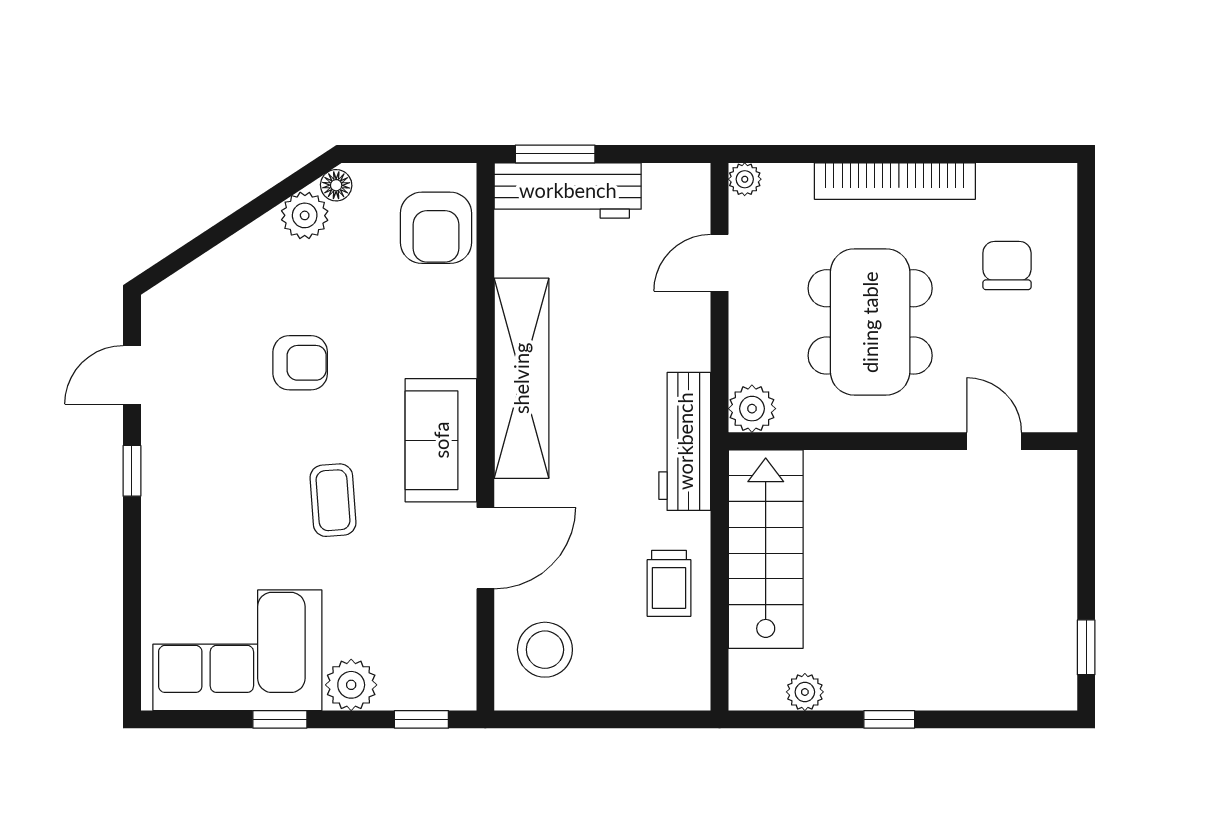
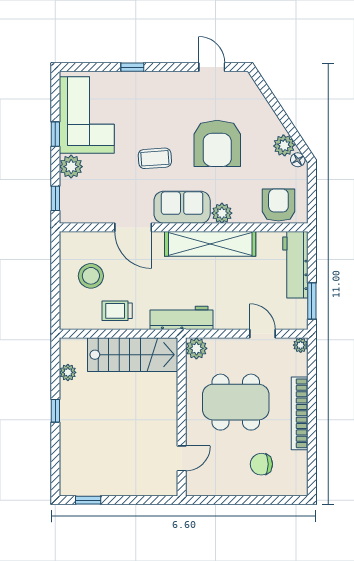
window: (555, 154) -> (312, 301), moved
armchair: (436, 228) -> (278, 205), turned 90
chair: (1007, 265) -> (261, 464), turned 180
plant: (454, 352) -> (222, 213), added
armchair: (300, 363) -> (217, 143), width x1.88, depth x1.88
window: (132, 471) -> (132, 67), moved
stool: (545, 650) -> (91, 276), moved

